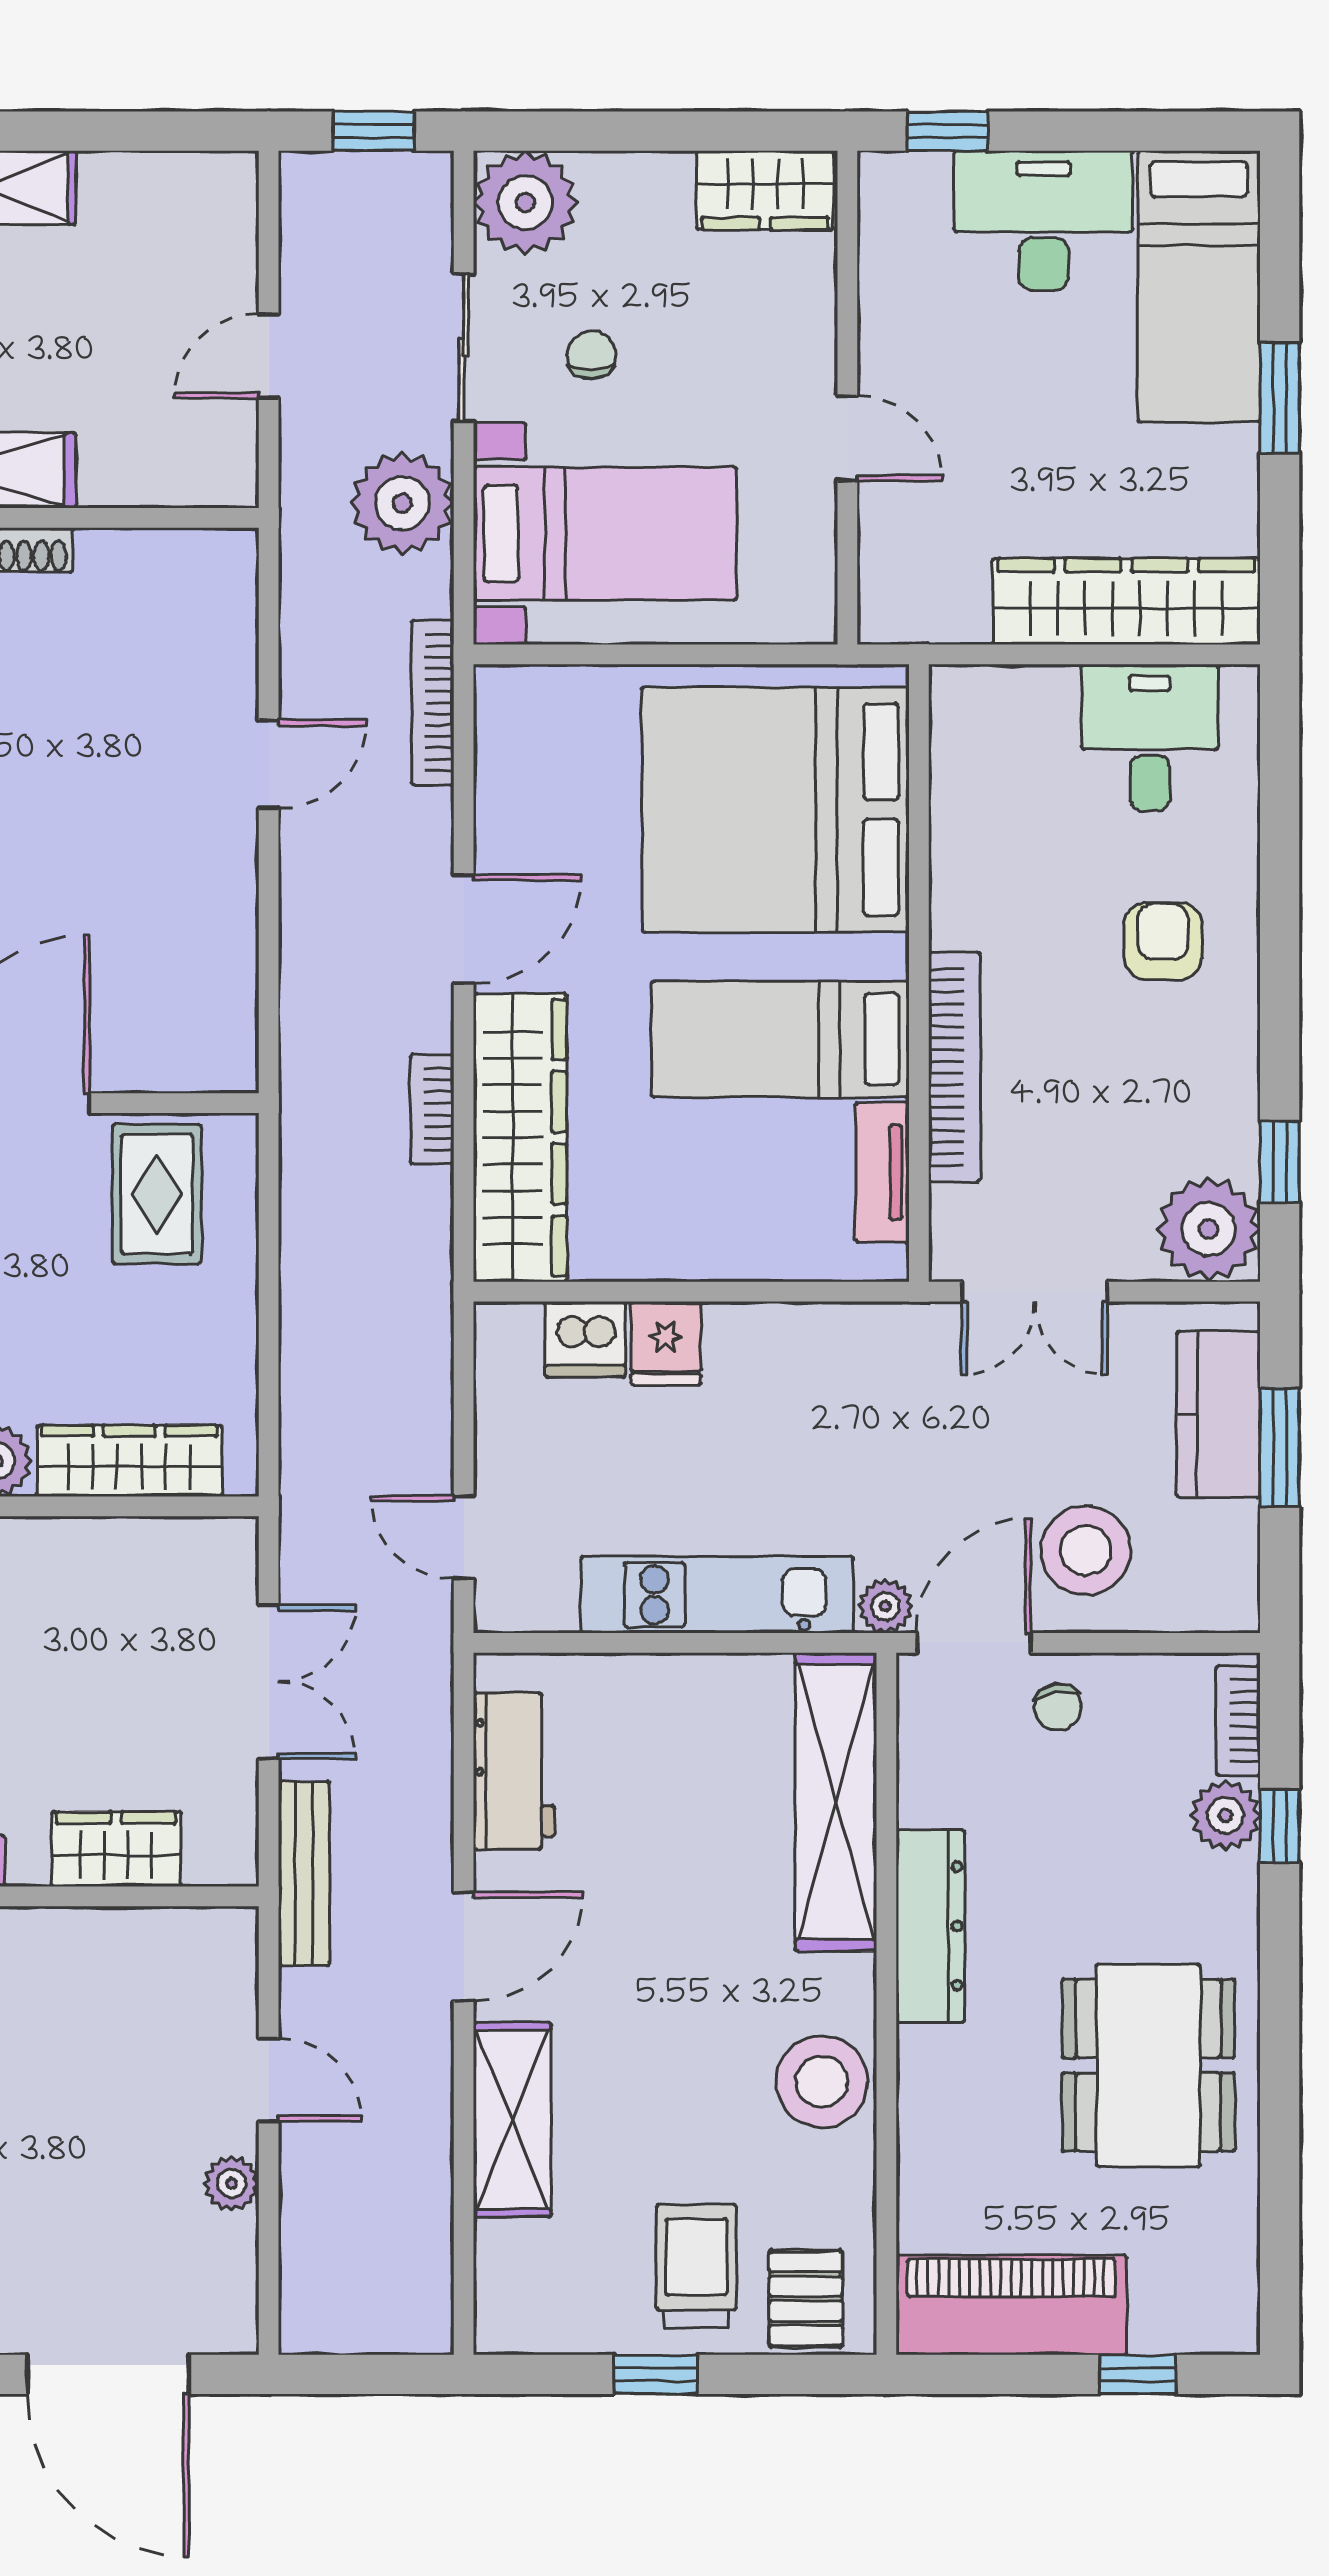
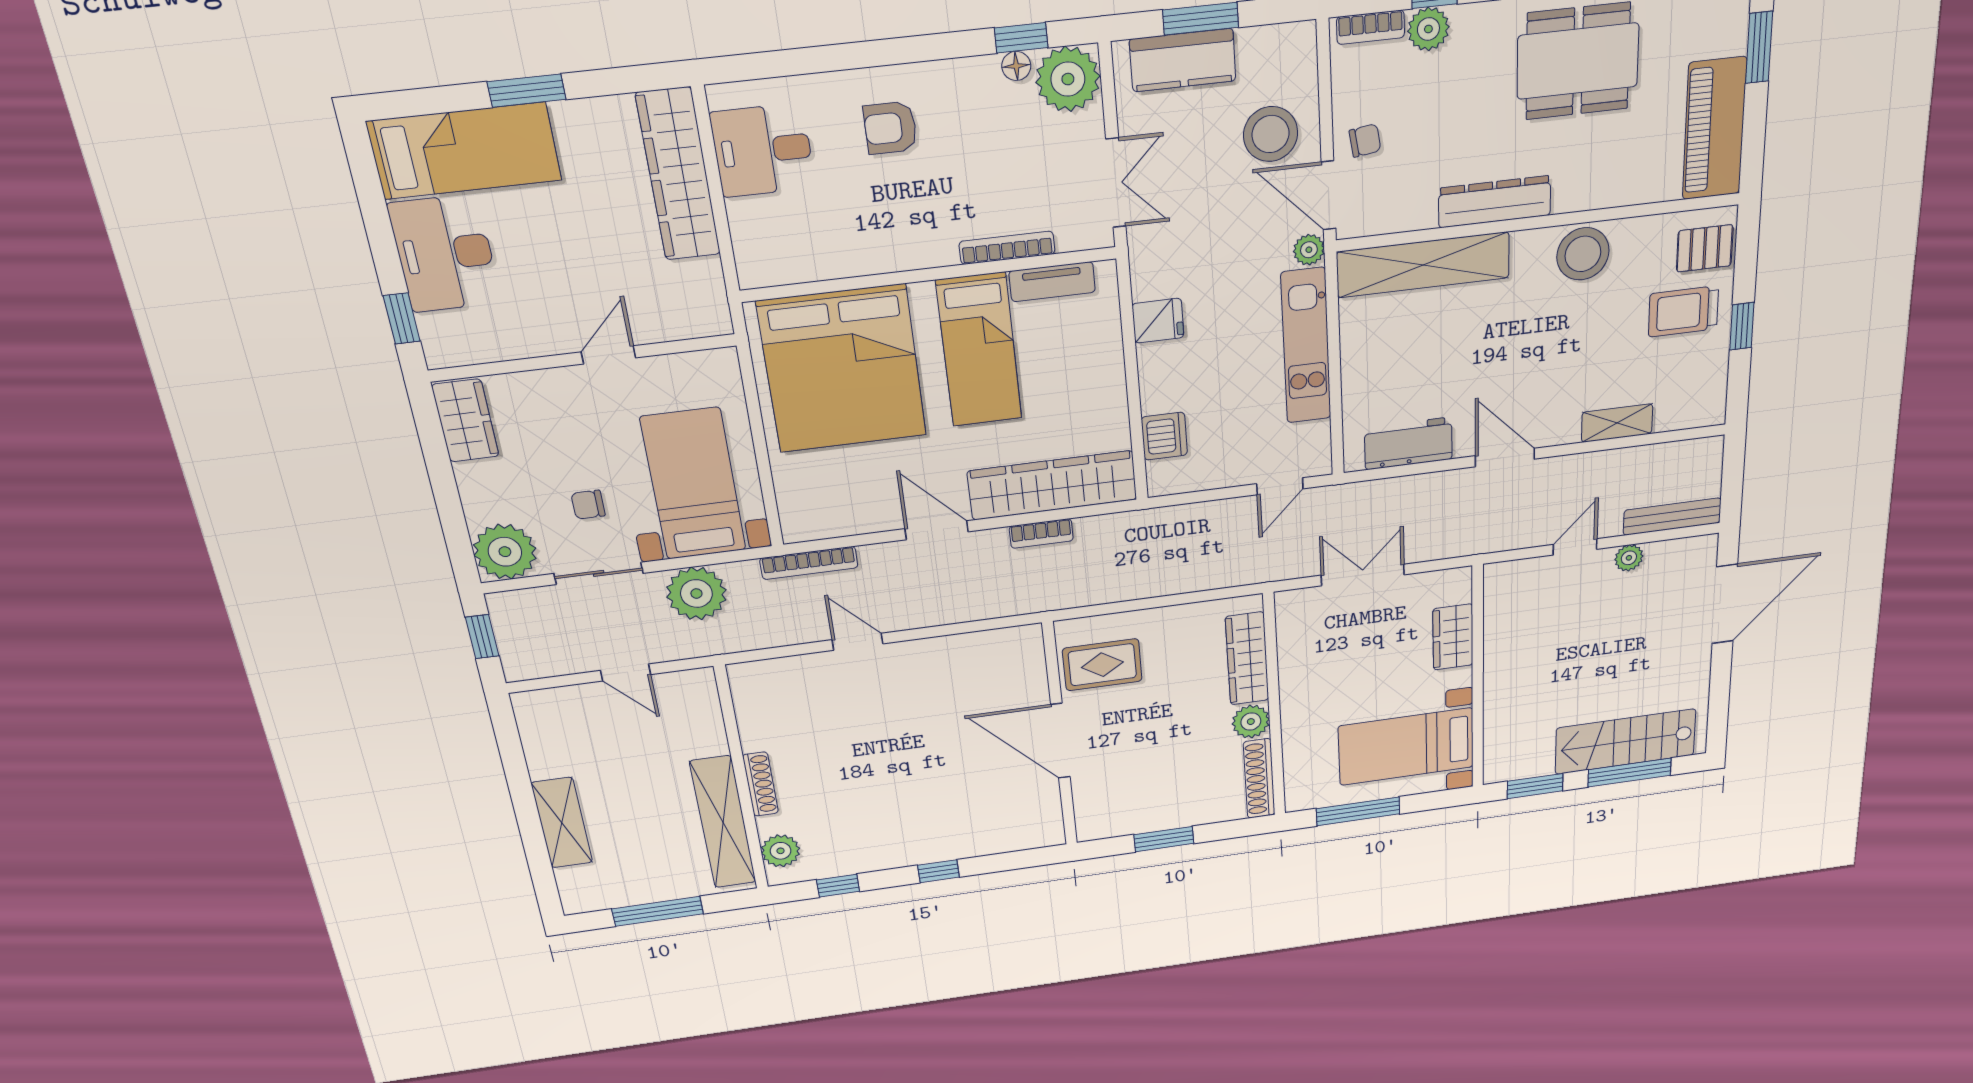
bookcase: (955, 1067) -> (1007, 248), width x0.68, depth x0.76
floor lamp: (1237, 1150) -> (1016, 66), added
fridge: (666, 1343) -> (1158, 321), moved
bench: (304, 1873) -> (1672, 517), moved
shelving: (512, 2120) -> (1617, 423), width x0.67, depth x0.75
window: (1138, 2374) -> (1759, 47), width x1.50

